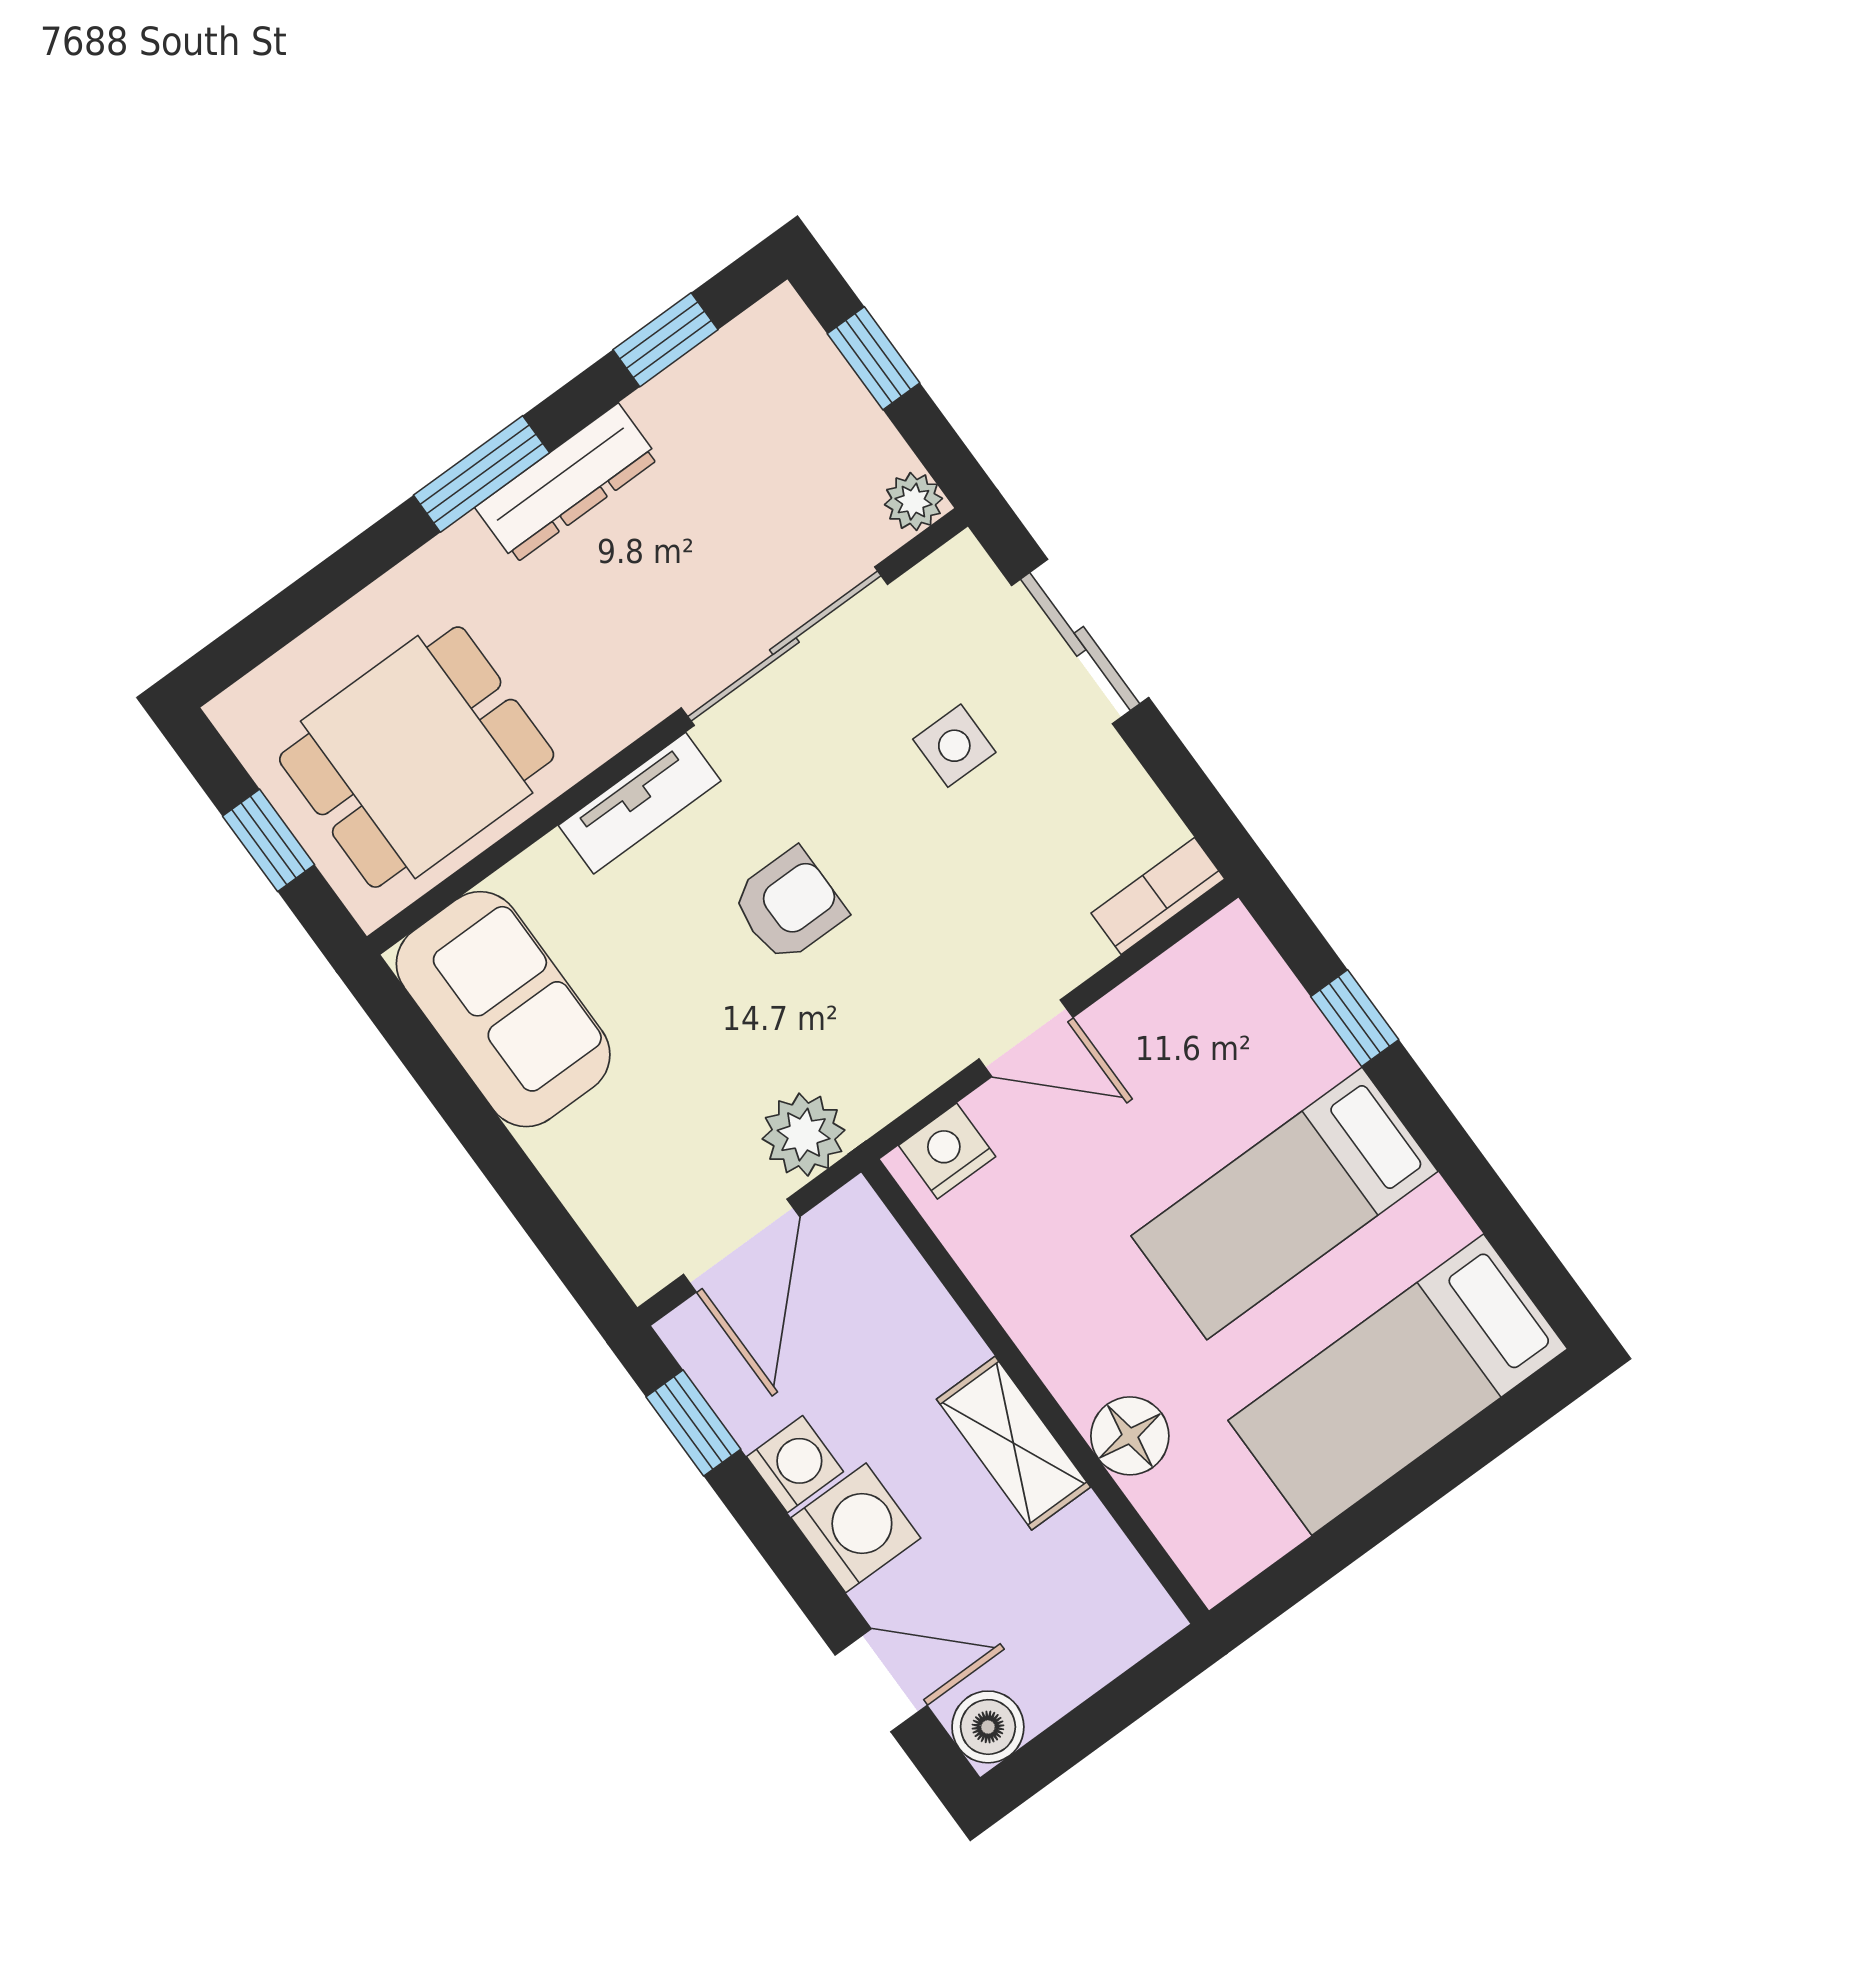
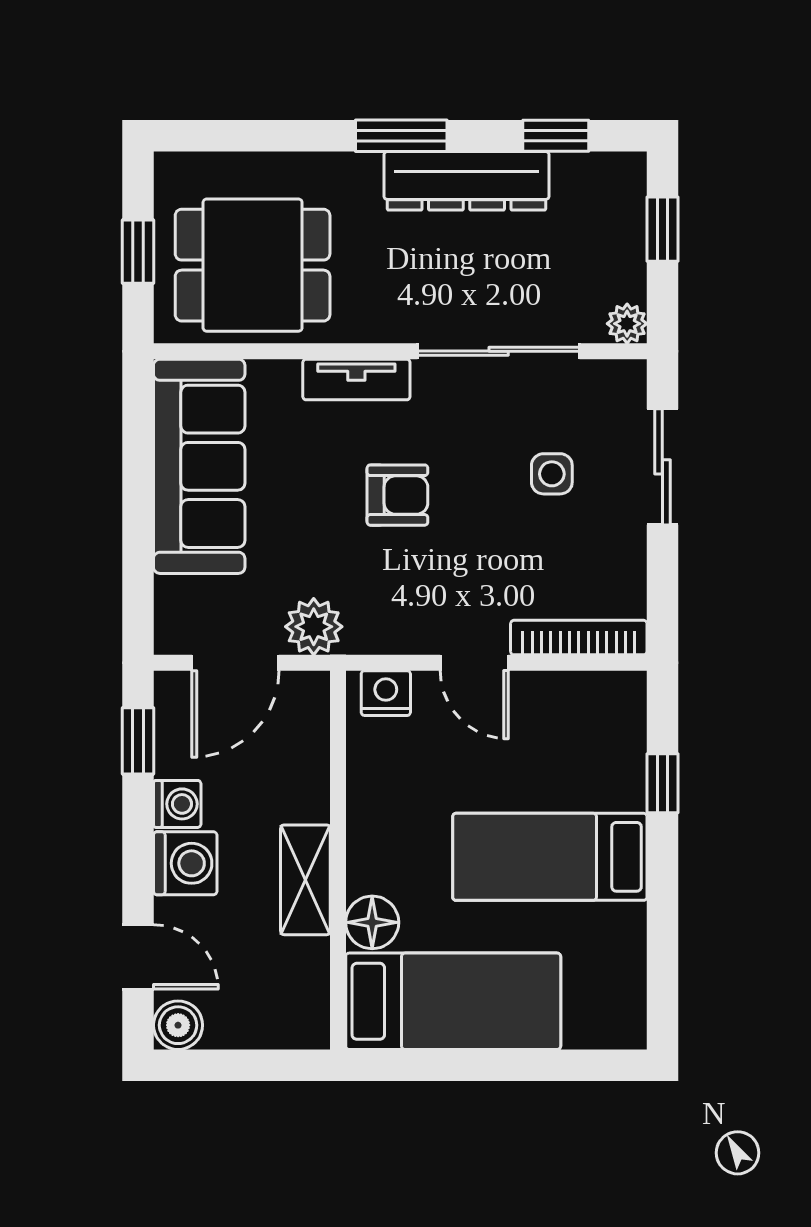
dresser: (567, 483) -> (466, 181), width x1.37, depth x1.24
bookcase: (1158, 896) -> (579, 638), width x1.56
sofa: (503, 1009) -> (199, 466), width x1.36
bed: (1398, 1385) -> (453, 1001), moved, turned 180

